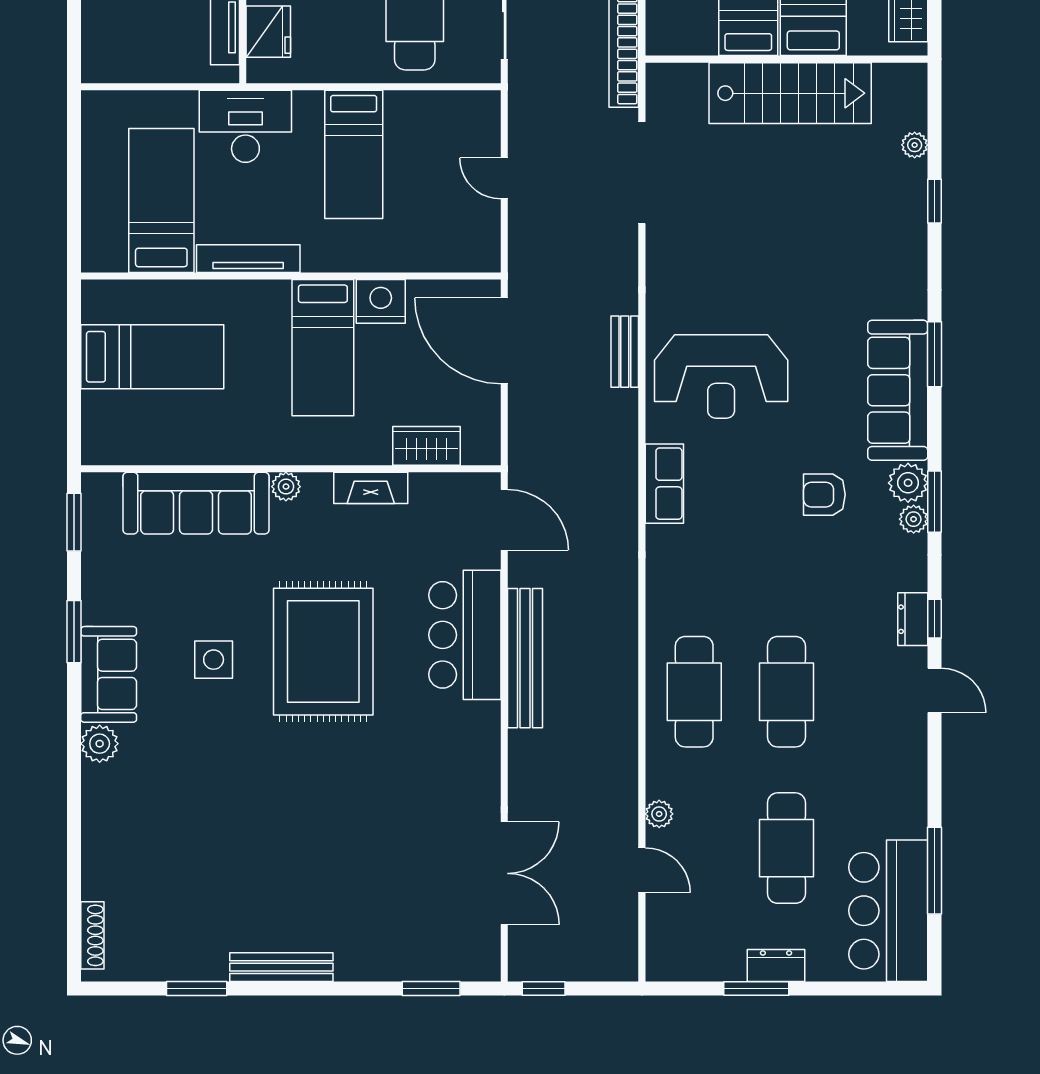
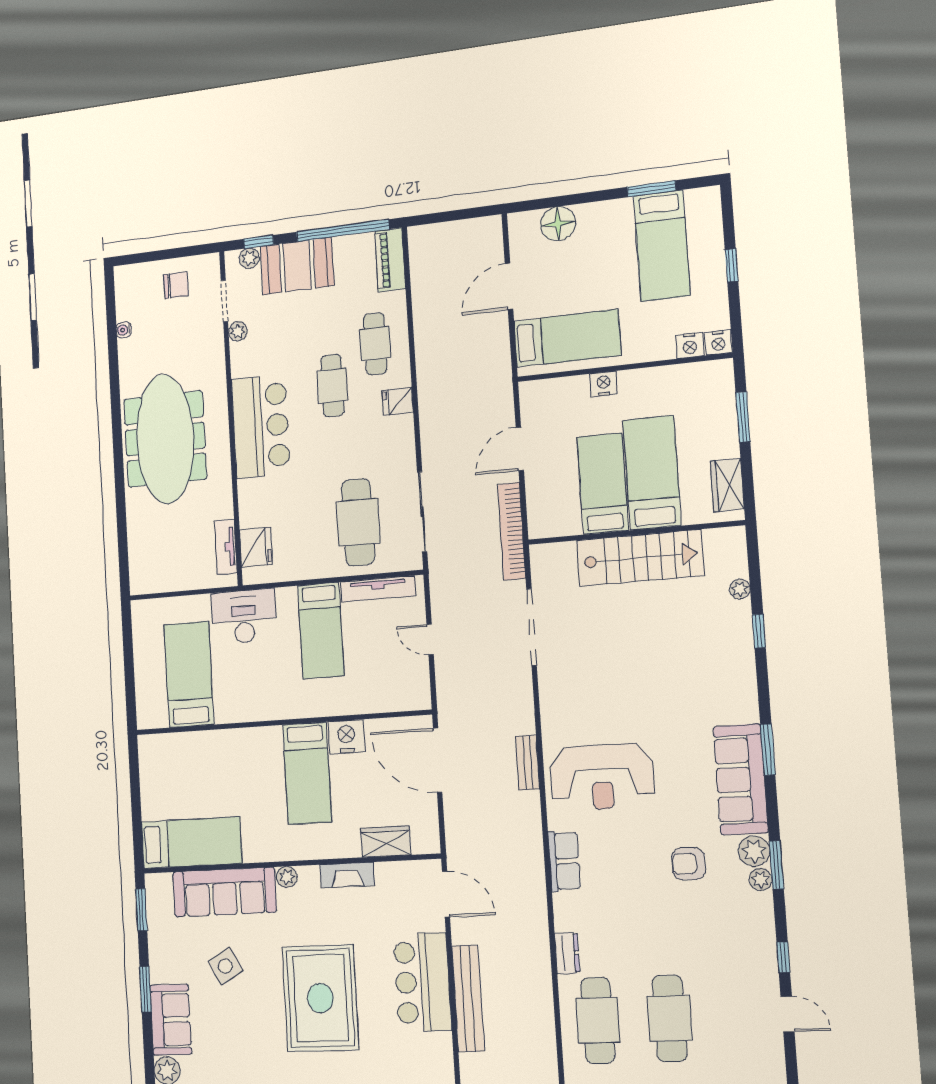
tv unit: (248, 259) -> (378, 589), moved, turned 180
bed: (152, 357) -> (191, 843), moved
dresser: (913, 619) -> (567, 953), moved, turned 180
side table: (214, 660) -> (225, 966), moved, turned -30

